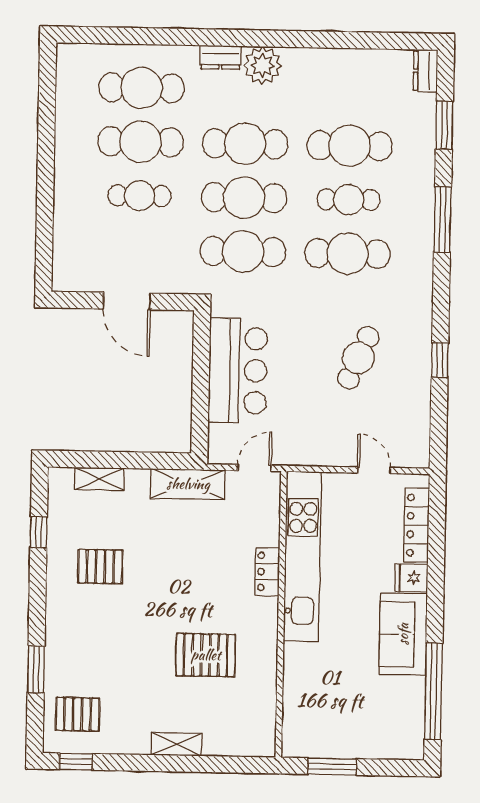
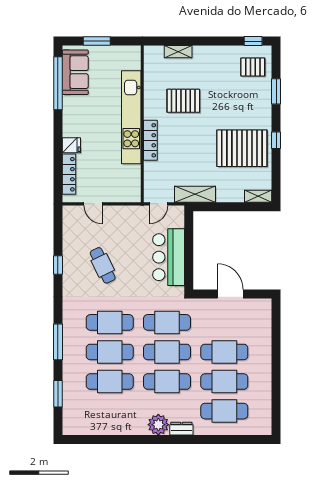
dresser: (425, 71) -> (69, 423), removed
cafe table: (140, 196) -> (224, 352), width x1.37, depth x1.35
cafe table: (349, 200) -> (110, 352), width x1.37, depth x1.35
cafe table: (358, 358) -> (103, 265), turned -50
shelving: (99, 479) -> (258, 196), moved
window: (39, 532) -> (276, 140), moved
kitchen unit: (302, 556) -> (131, 117), moved
pallet: (100, 567) -> (242, 148), width x2.05, depth x2.00
locker: (267, 572) -> (150, 140), width x1.53
sofa: (403, 634) -> (75, 72), moved
shelving: (176, 744) -> (178, 52), moved
window: (332, 767) -> (97, 41), moved

